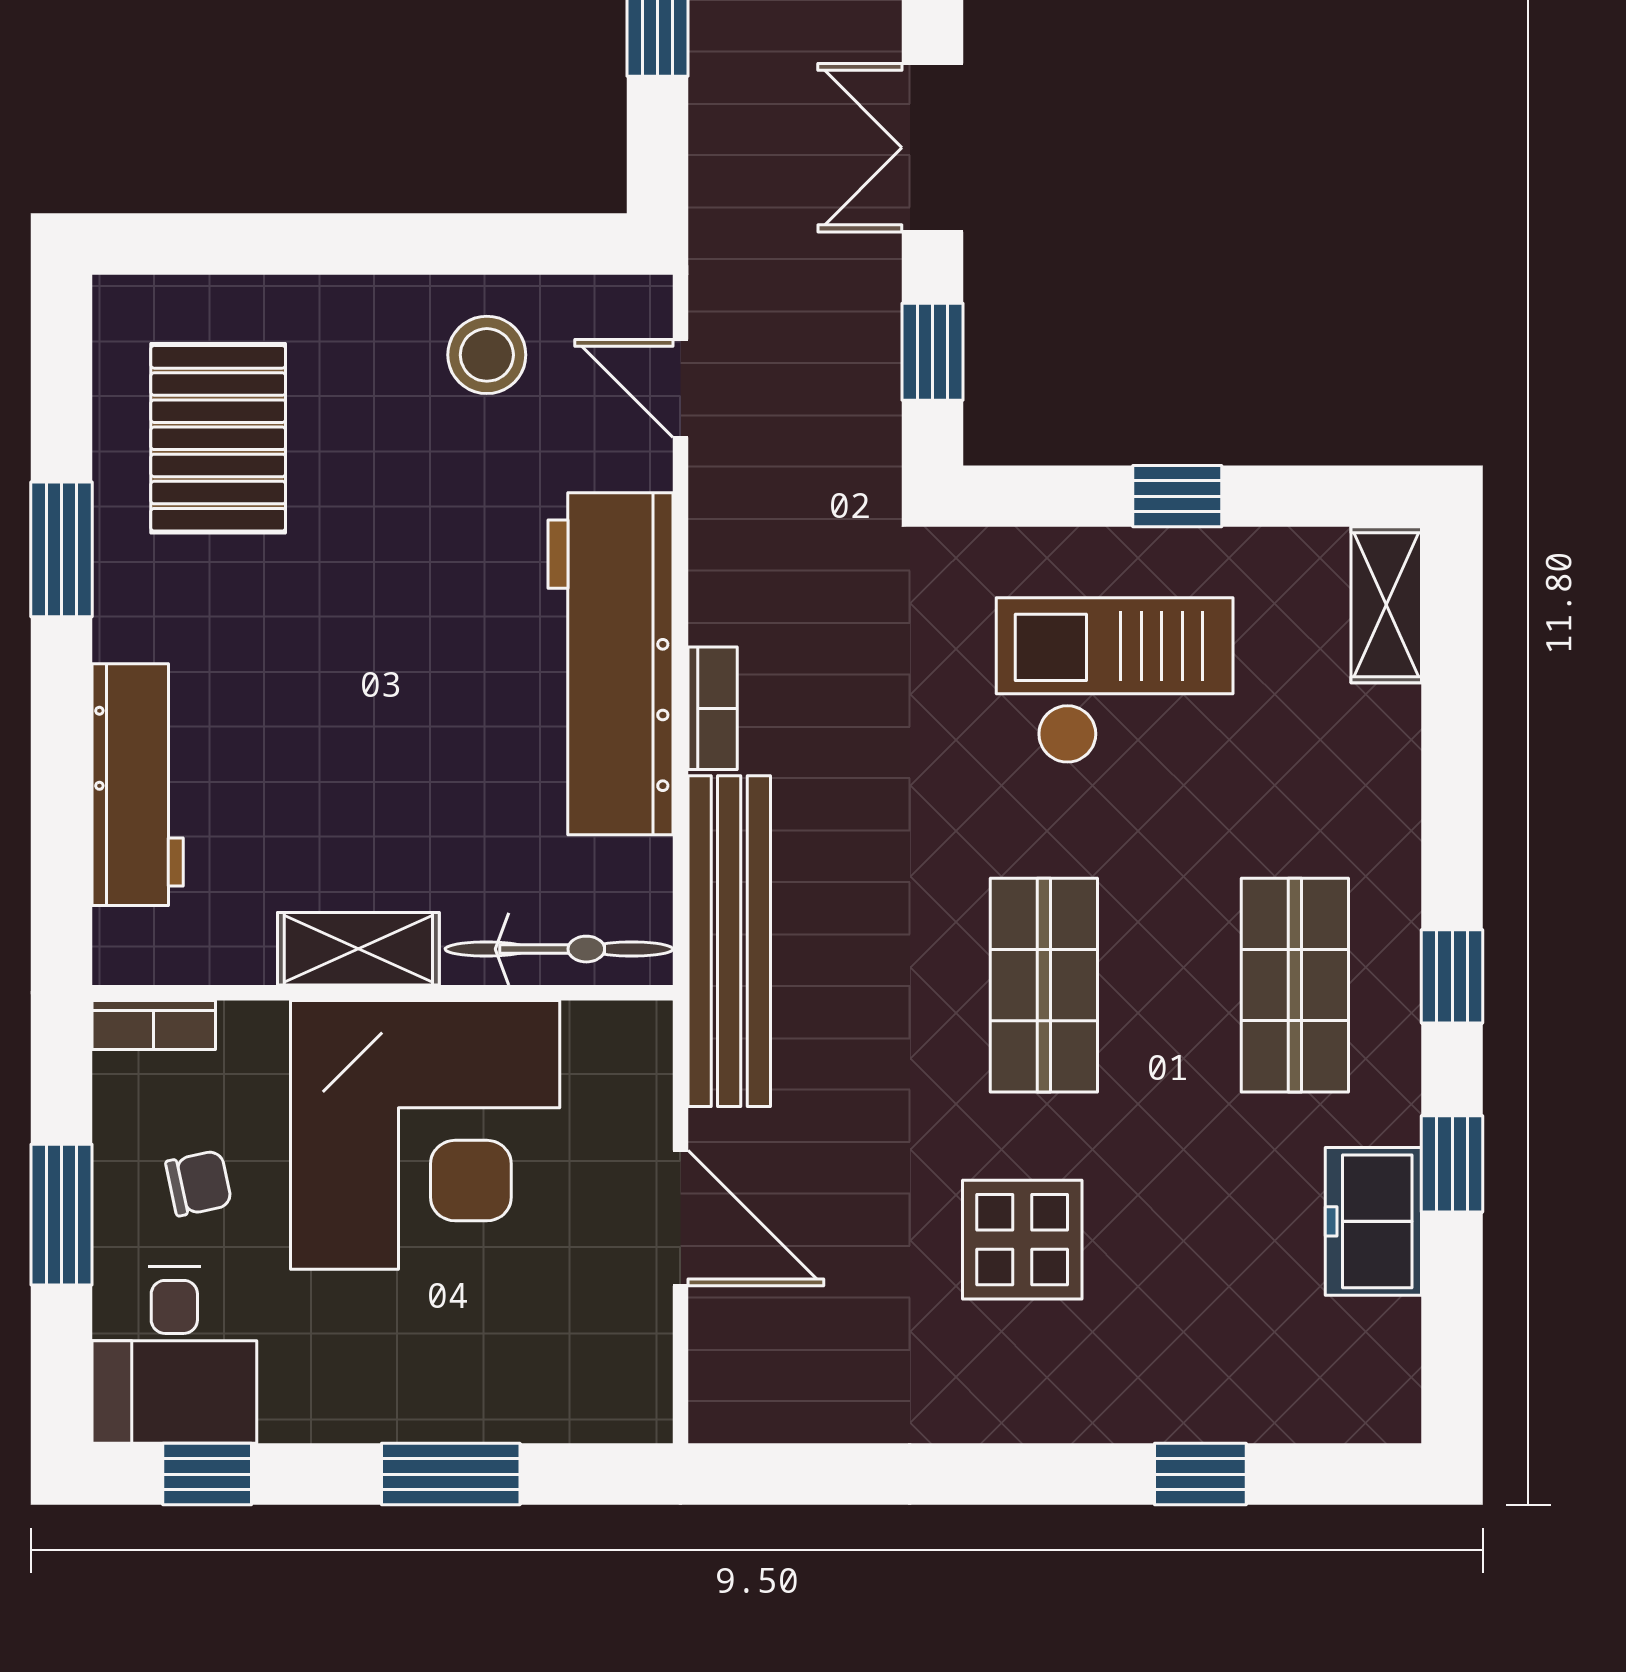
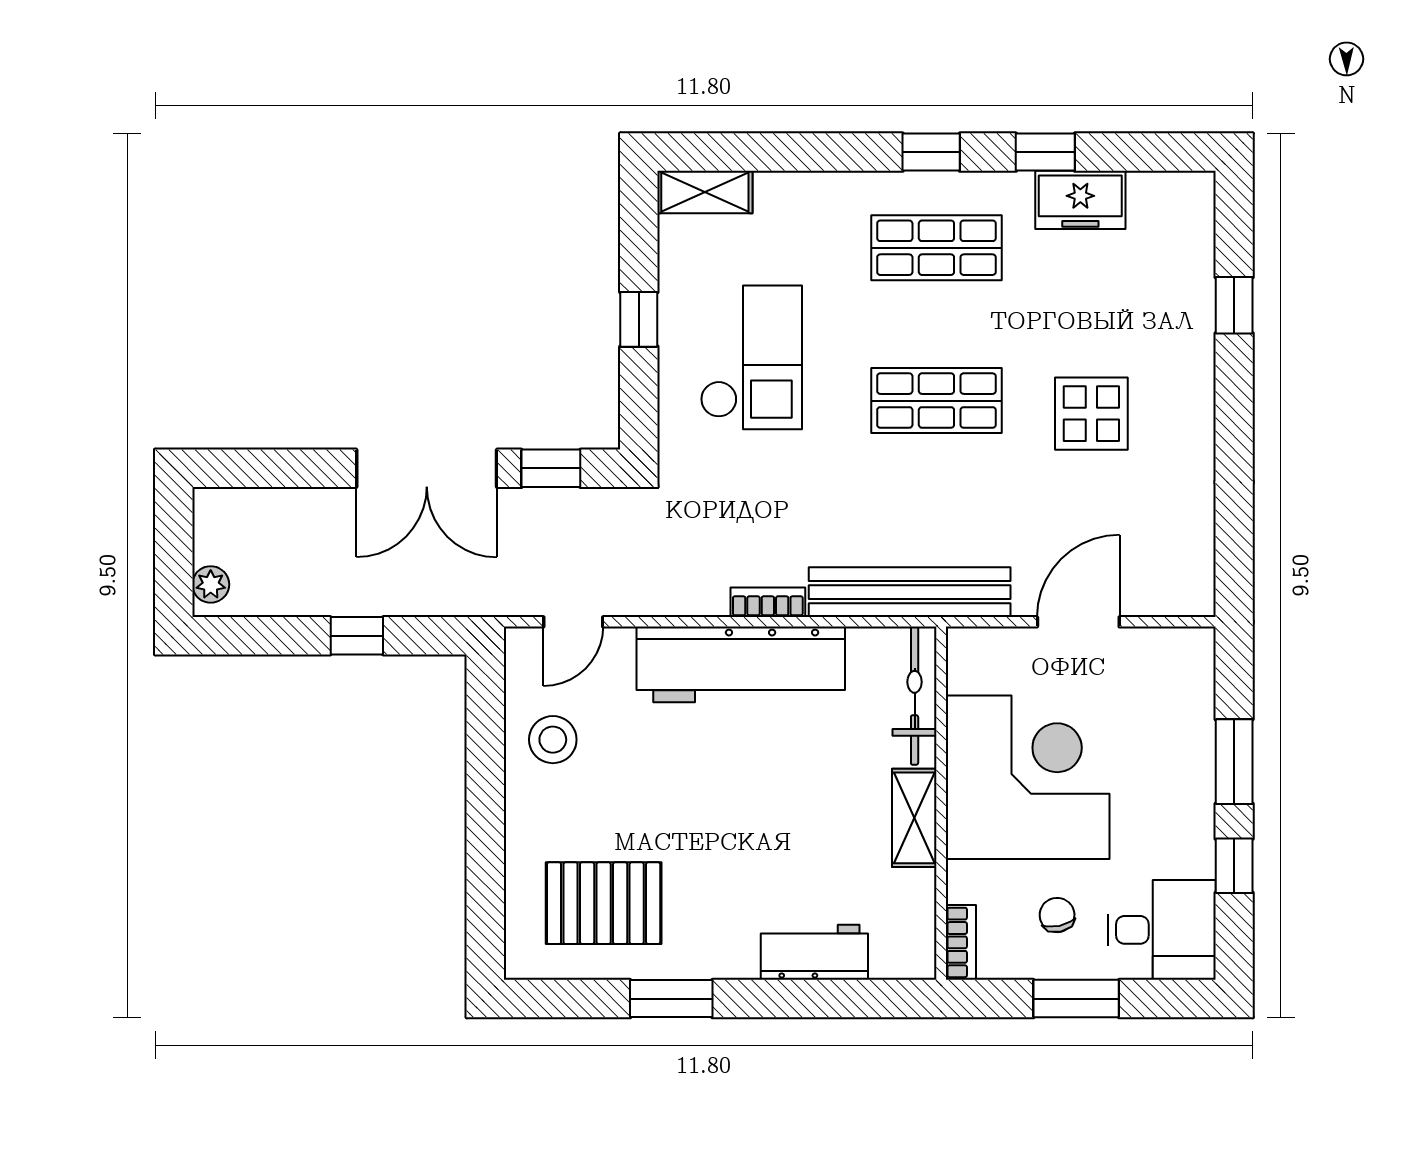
double door: (933, 148) -> (427, 468), width x1.37
checkout: (1115, 681) -> (751, 357), turned 180
workbench: (138, 785) -> (814, 952), width x0.73
window: (207, 1474) -> (1234, 866), moved

